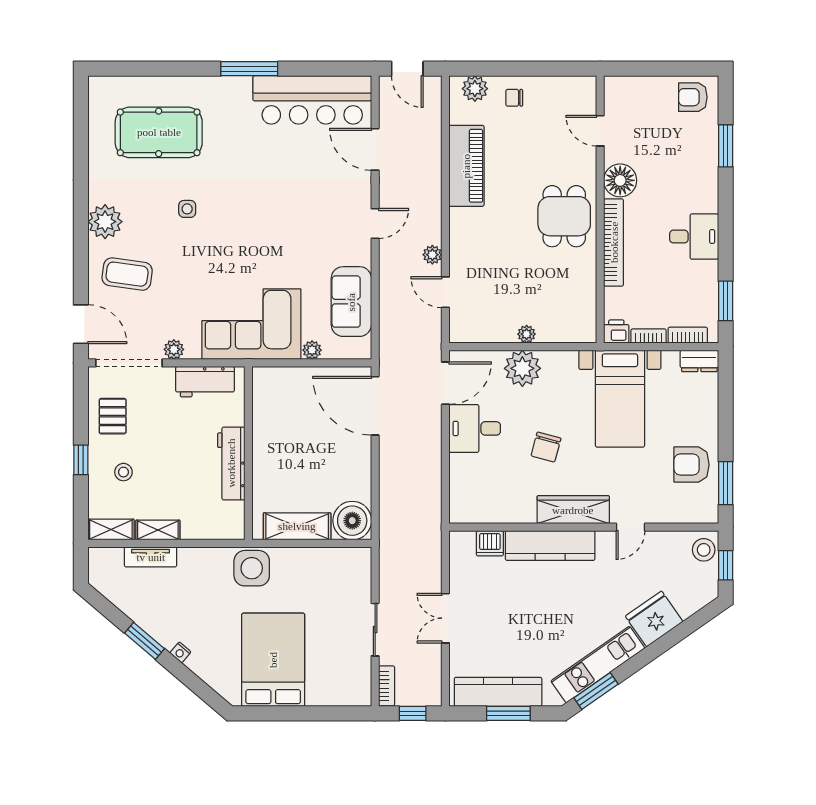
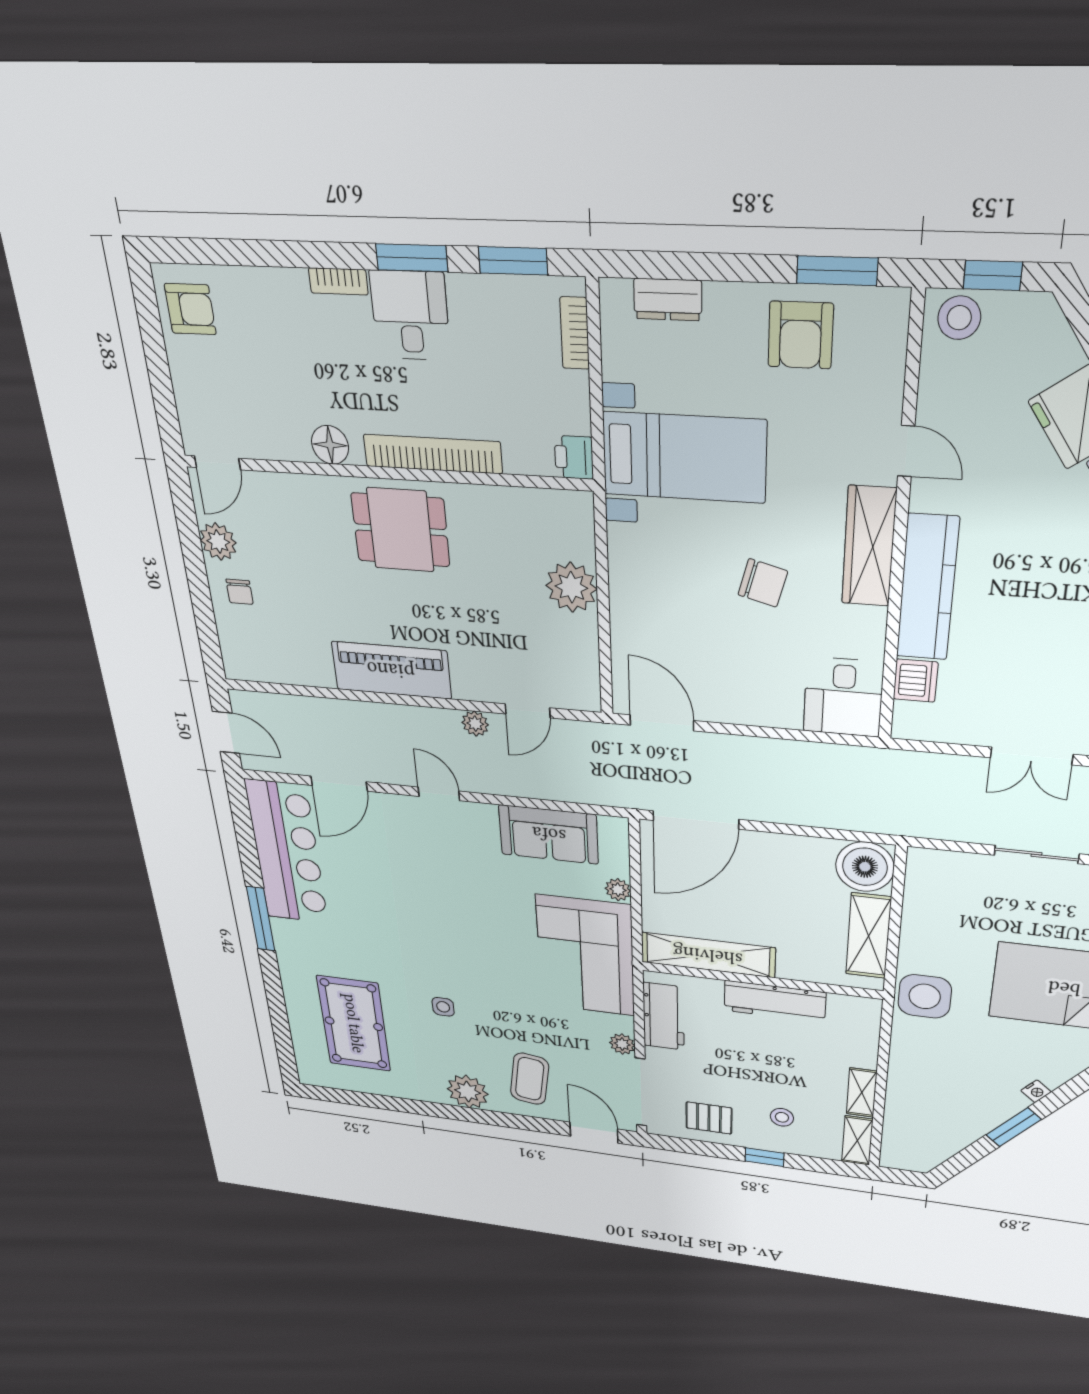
door: (407, 69) -> (226, 732), hinge flipped
plant: (475, 89) -> (218, 542), moved
armchair: (693, 97) -> (190, 309), turned -90
door: (600, 131) -> (217, 463), moved
window: (726, 146) -> (412, 258), moved
piano: (466, 166) -> (391, 670), moved
floor lamp: (620, 180) -> (330, 445), width x0.73, depth x0.73
door: (81, 324) -> (594, 1133), hinge flipped
plant: (527, 334) -> (571, 587), width x1.88, depth x1.88
bookcase: (648, 336) -> (338, 281), moved, turned -90
dresser: (699, 361) -> (668, 300), moved, turned 90
plant: (522, 368) -> (637, 610), removed
shelving: (265, 415) -> (708, 955), added
desk: (475, 428) -> (843, 697), moved
tv unit: (151, 557) -> (898, 1105), removed

